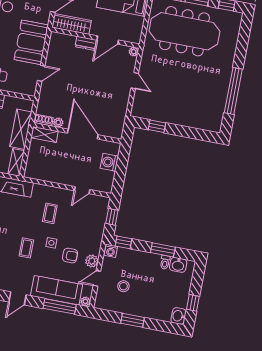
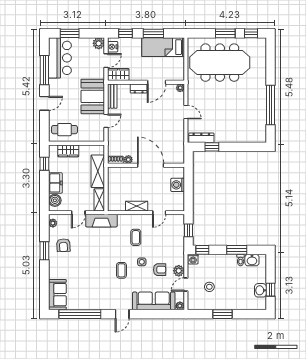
wardrobe: (71, 24) -> (118, 74), width x0.67
bench: (54, 46) -> (112, 96), added
dresser: (147, 114) -> (201, 138), added
shelving: (44, 134) -> (137, 206), moved
window: (60, 306) -> (159, 314), removed
washbasin: (178, 316) -> (260, 290), moved

